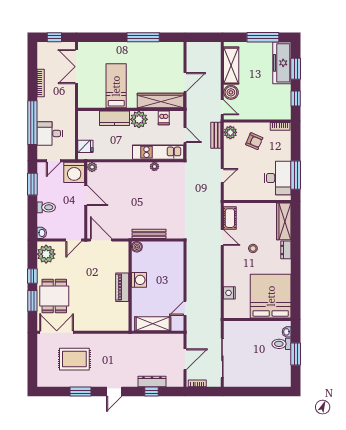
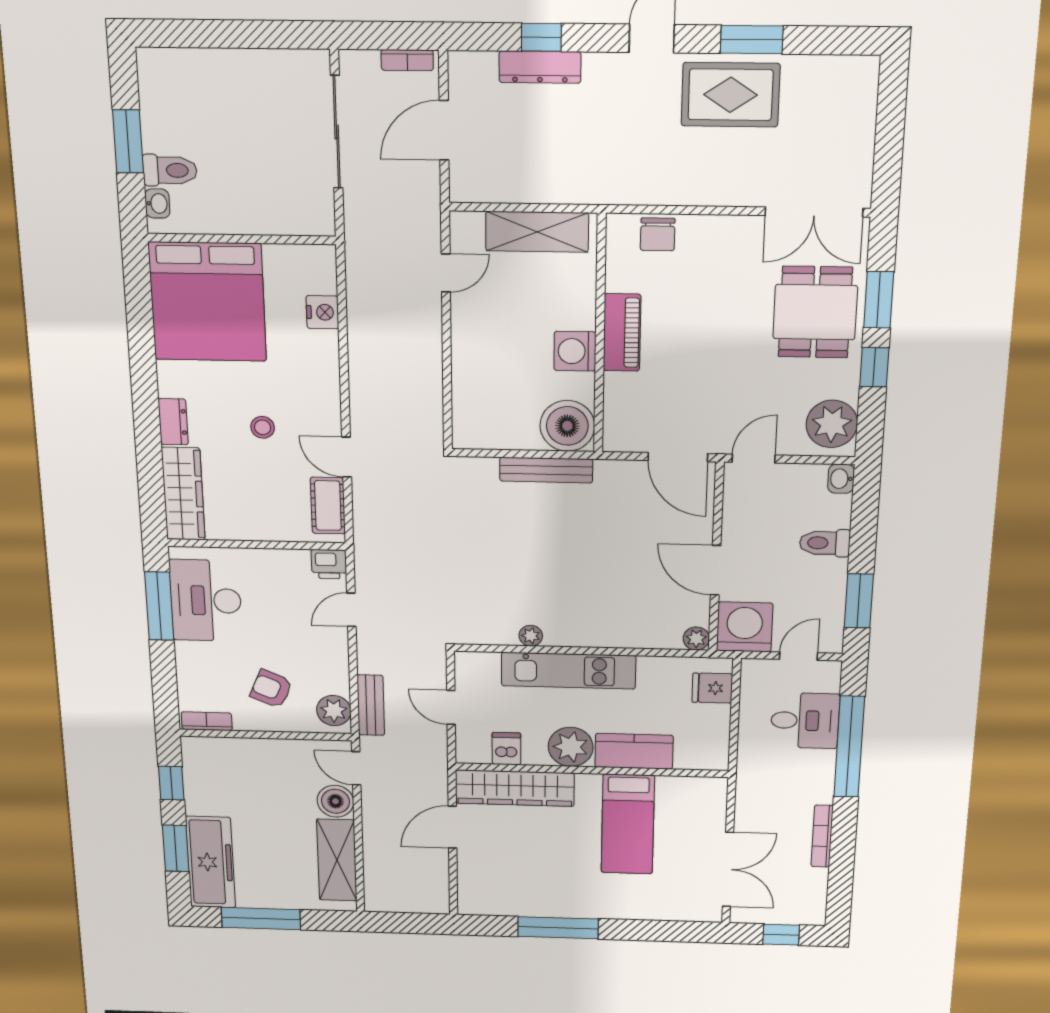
kitchen unit: (158, 152) -> (568, 671), moved
printer: (230, 194) -> (329, 564), added
boiler: (137, 247) -> (567, 426), width x1.86, depth x1.86
chair: (111, 323) -> (658, 234), added
rug: (74, 359) -> (731, 95), moved

